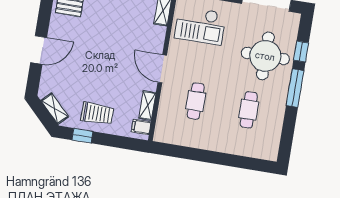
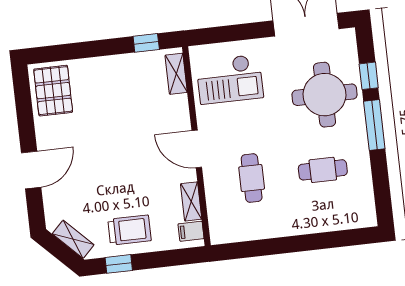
cafe table: (249, 110) -> (323, 170), turned 90

